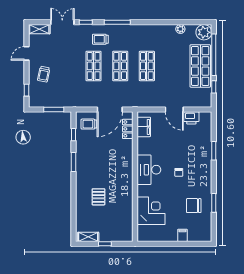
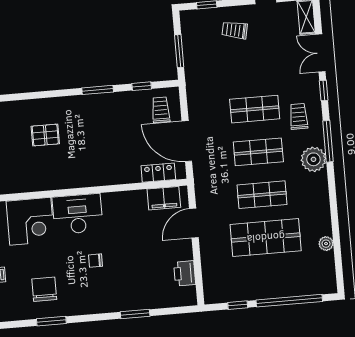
double door: (62, 22) -> (320, 53), swing flipped
plant: (204, 32) -> (313, 159), moved
shop shelf: (200, 66) -> (266, 238), moved
door: (174, 110) -> (194, 223), moved
desk: (149, 170) -> (78, 214), moved

